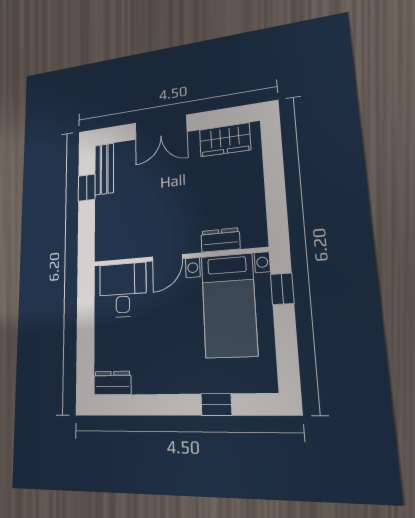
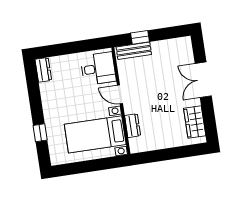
bench: (104, 169) -> (134, 51), moved
window: (87, 188) -> (140, 37), moved
window: (282, 289) -> (107, 163), removed

